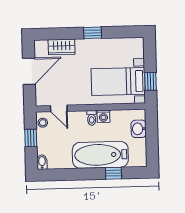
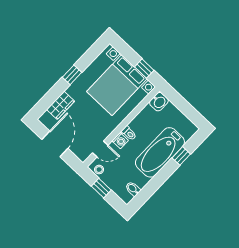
bed with nightstands: (118, 82) -> (117, 85), width x1.36
washing machine: (103, 116) -> (120, 141), moved
washbasin: (139, 129) -> (159, 102), moved, turned -90
bidet: (42, 162) -> (133, 189), moved

